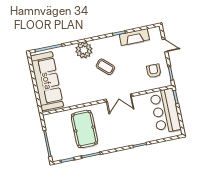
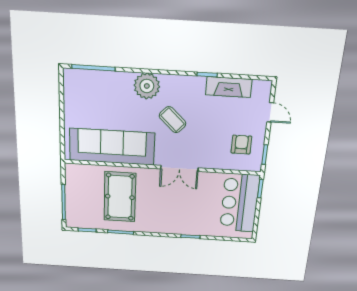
sofa: (47, 81) -> (112, 147), moved, turned -90

